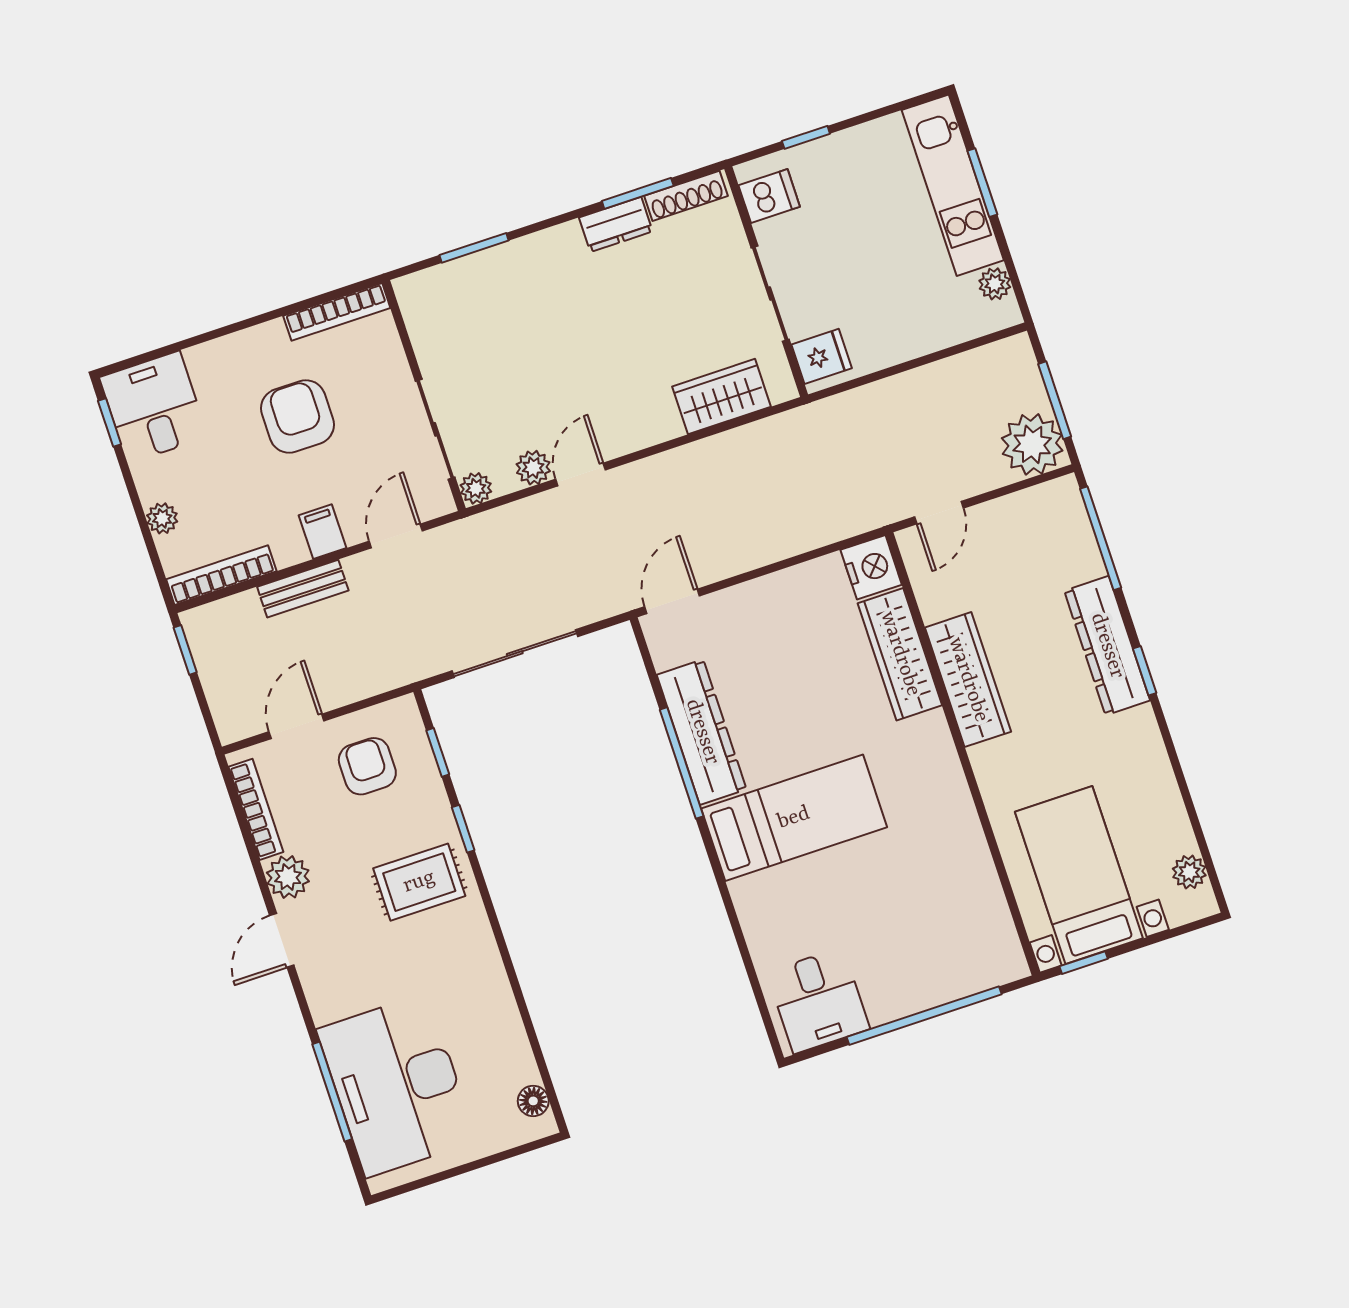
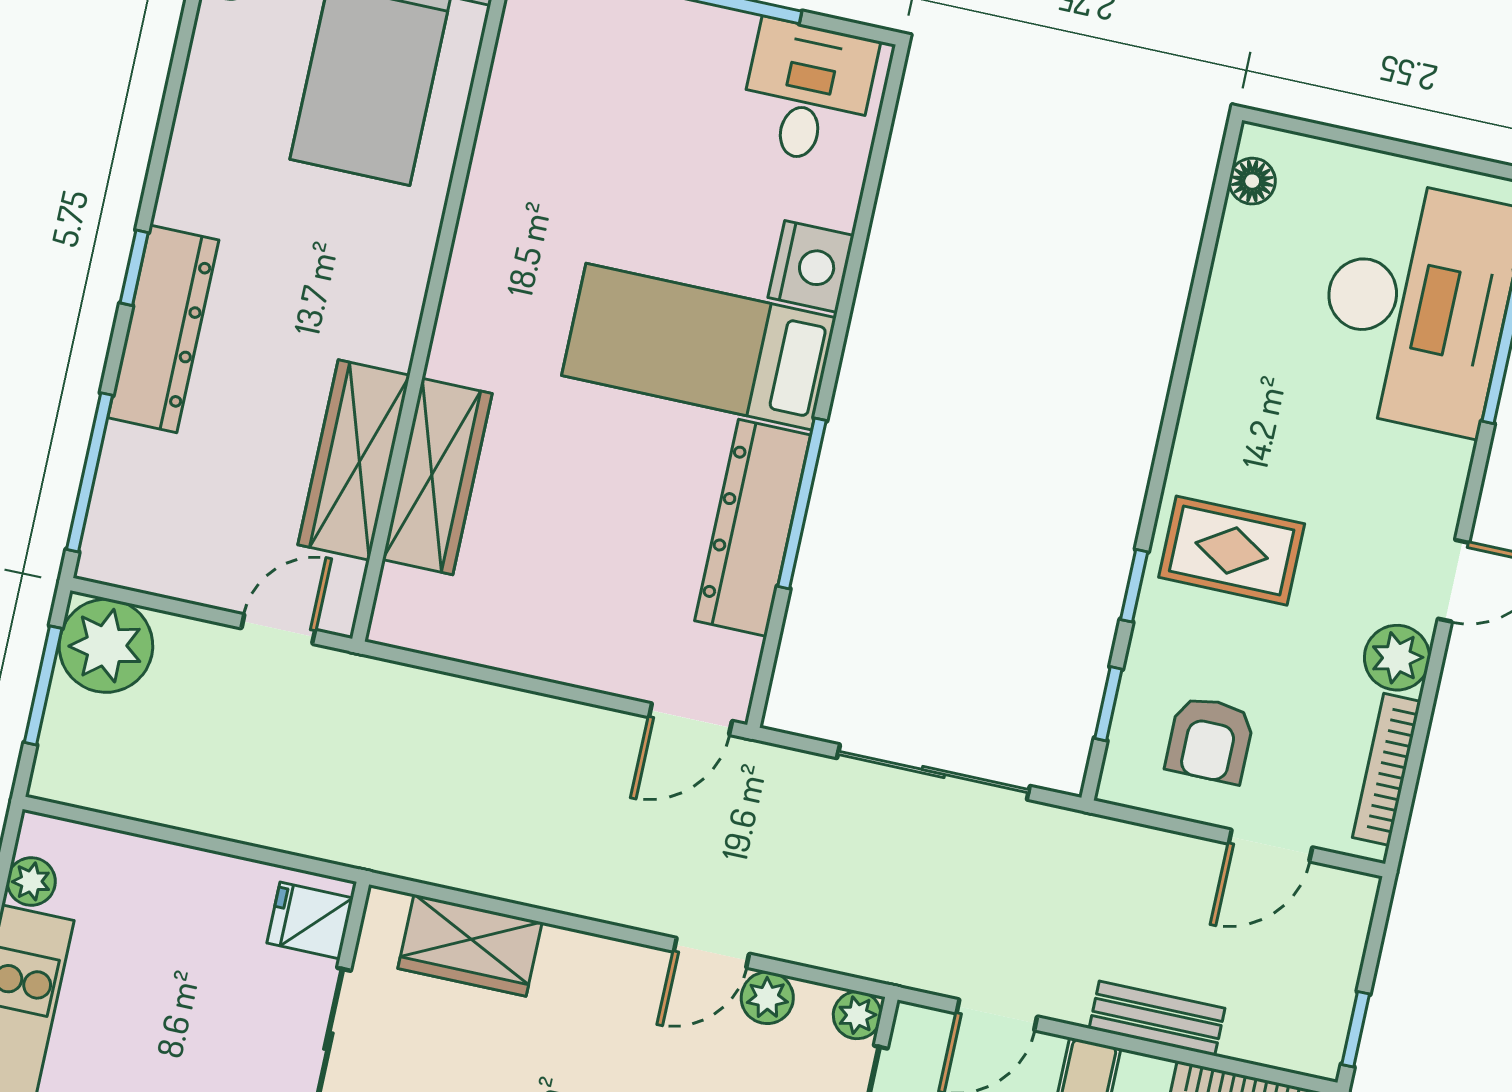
nightstand: (871, 567) -> (811, 267), moved, turned 180
wardrobe: (968, 680) -> (354, 460), moved

